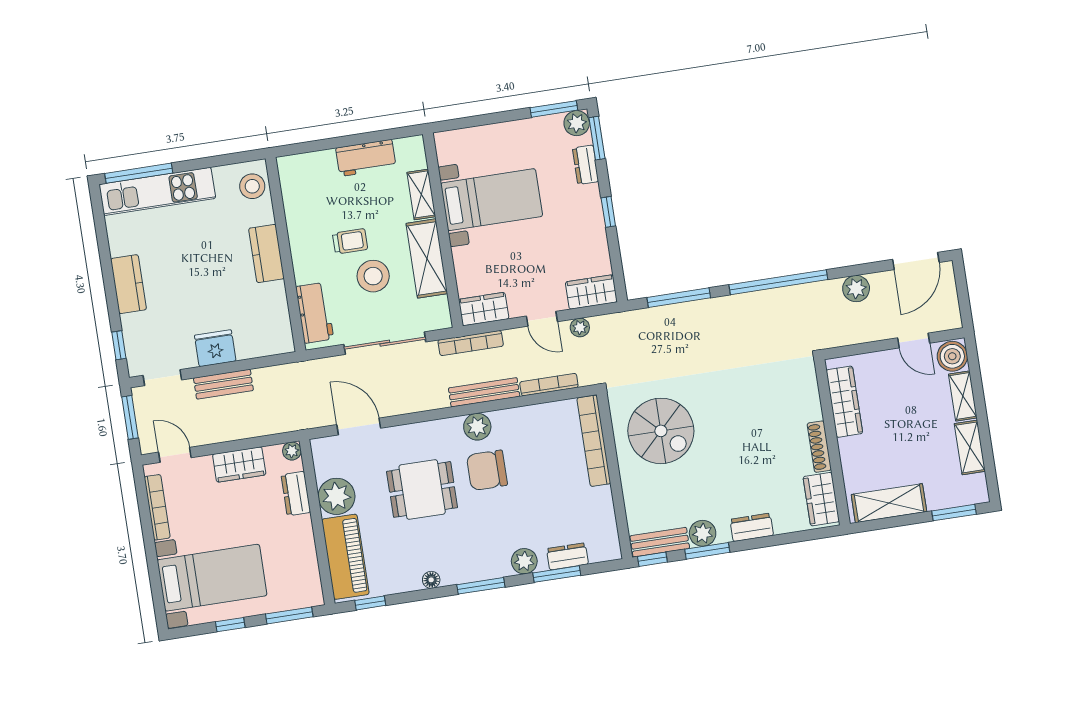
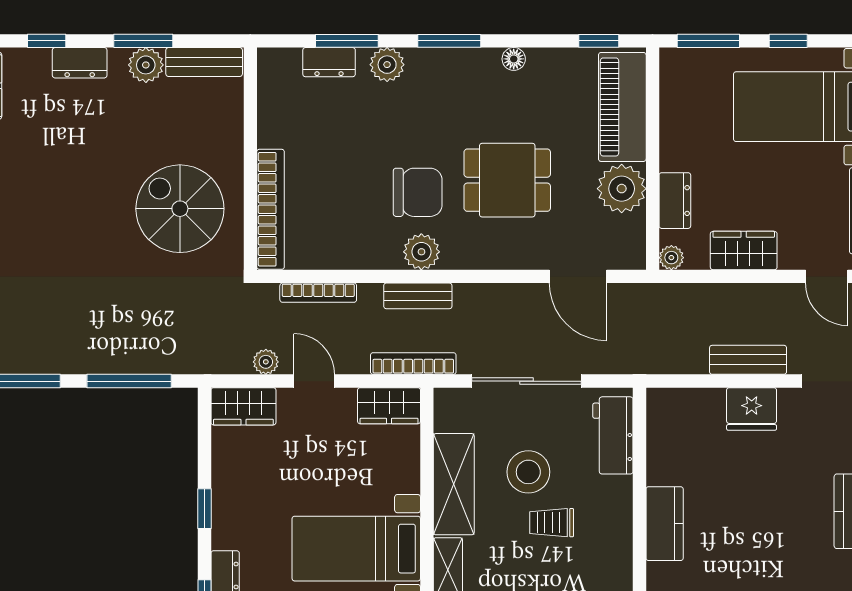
bench: (484, 392) -> (418, 296), width x0.73
window: (652, 559) -> (47, 41), moved

